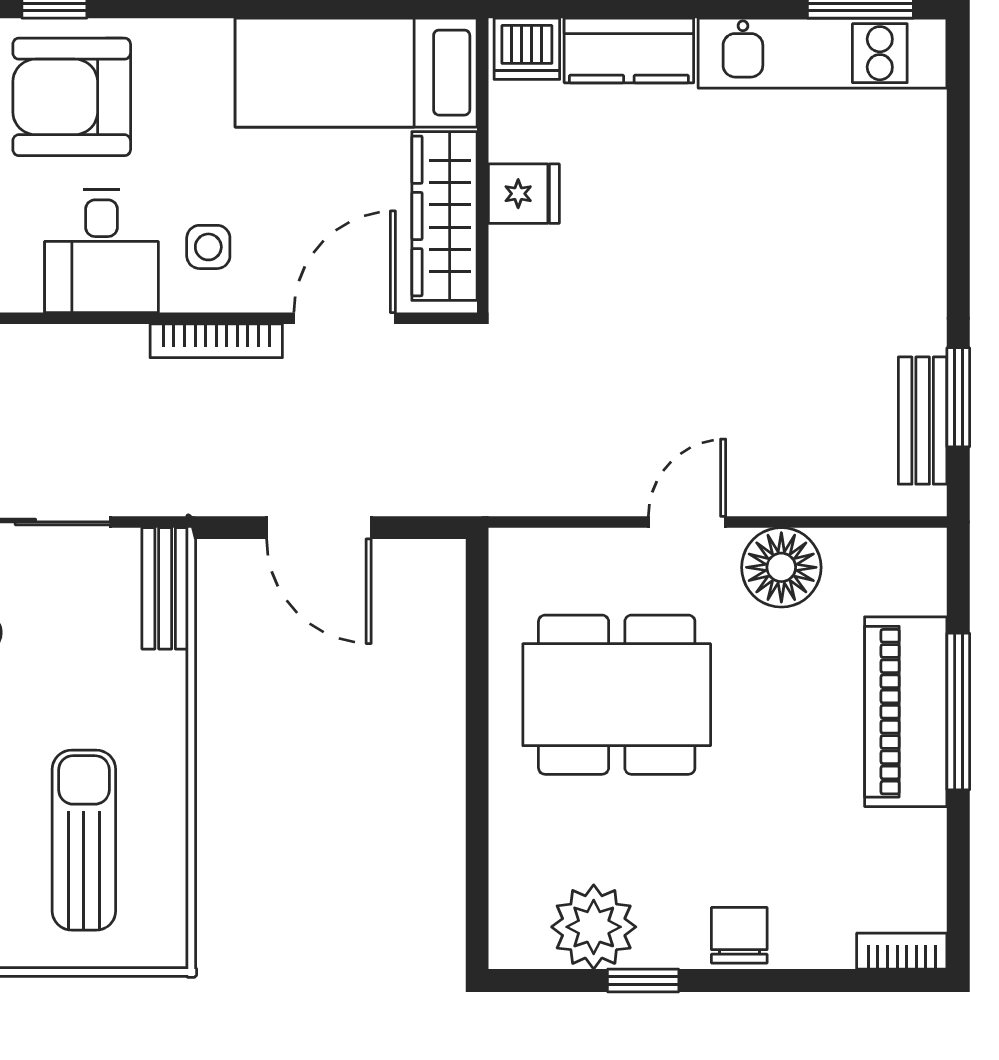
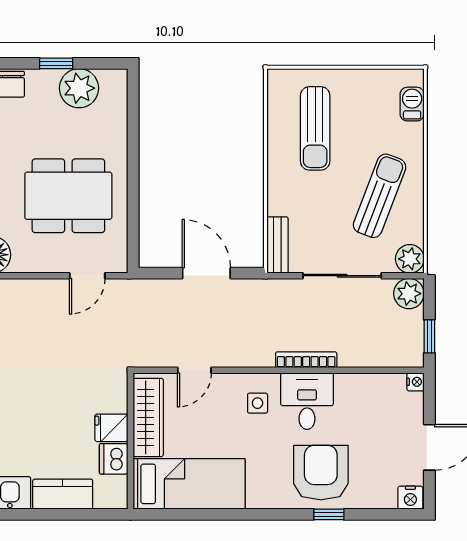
dishwasher: (527, 49) -> (114, 459), moved, turned -90
armchair: (72, 97) -> (321, 473), turned -90
door: (345, 318) -> (194, 370), width x0.73
bookcase: (216, 341) -> (306, 360), moved
door: (687, 522) -> (87, 276), moved

